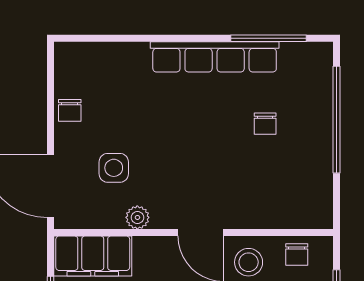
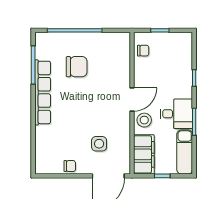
chair: (265, 124) -> (77, 67), width x1.87, depth x1.87
plant: (137, 217) -> (124, 132), removed
stool: (249, 262) -> (144, 120), moved

